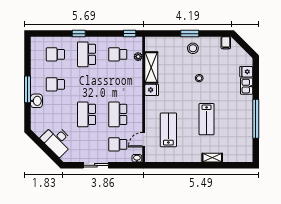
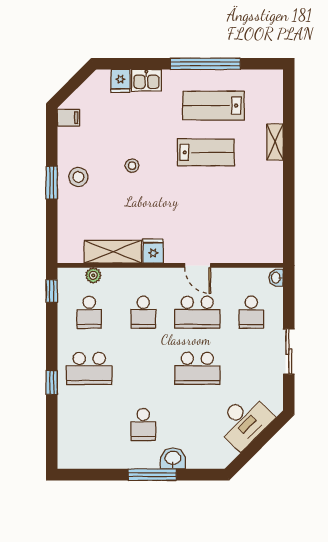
school desk: (55, 54) -> (143, 312), moved
lab bench: (168, 130) -> (213, 106), moved
door: (144, 140) -> (198, 265), moved

